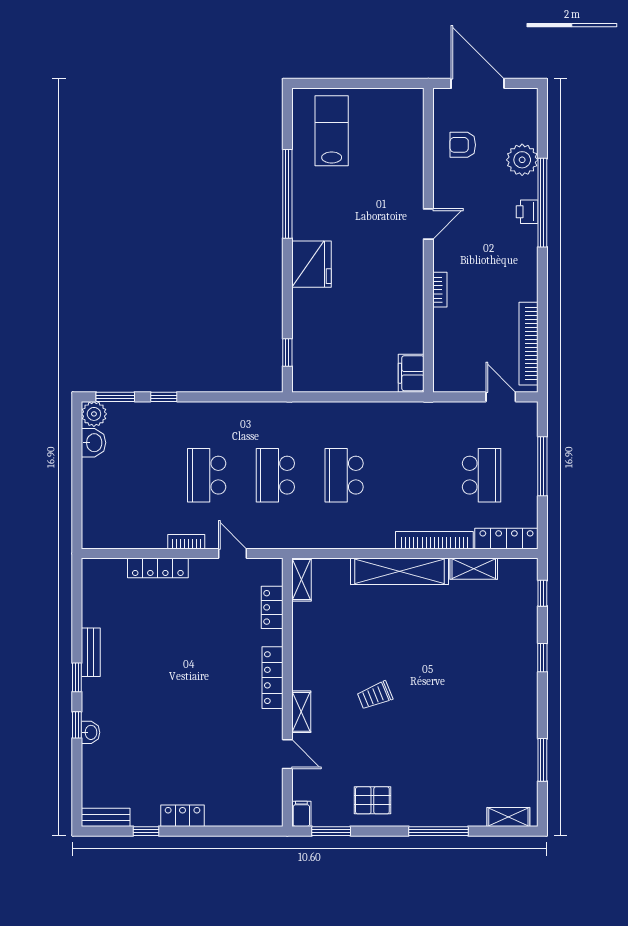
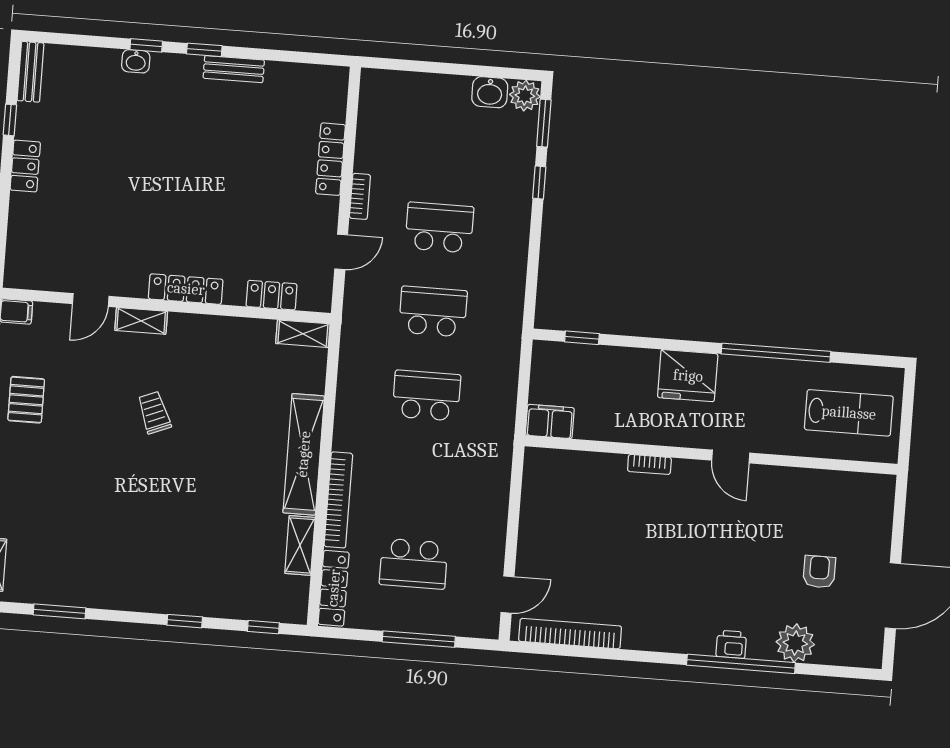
door: (428, 224) -> (731, 457), moved
wall: (428, 240) -> (711, 455), moved
bookcase: (440, 290) -> (649, 464), moved
filing cabinet: (411, 373) -> (550, 421), moved

